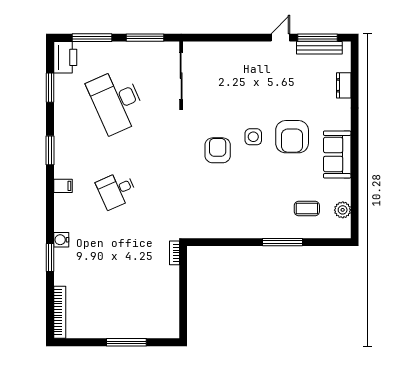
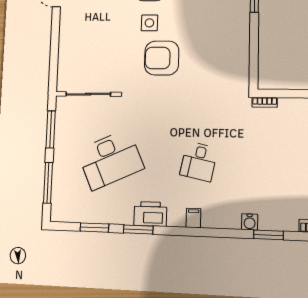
printer: (65, 57) -> (150, 214), moved
window: (50, 150) -> (138, 229), moved
armchair: (218, 150) -> (162, 58), width x1.36, depth x1.36
desk: (117, 190) -> (199, 162), turned 36

